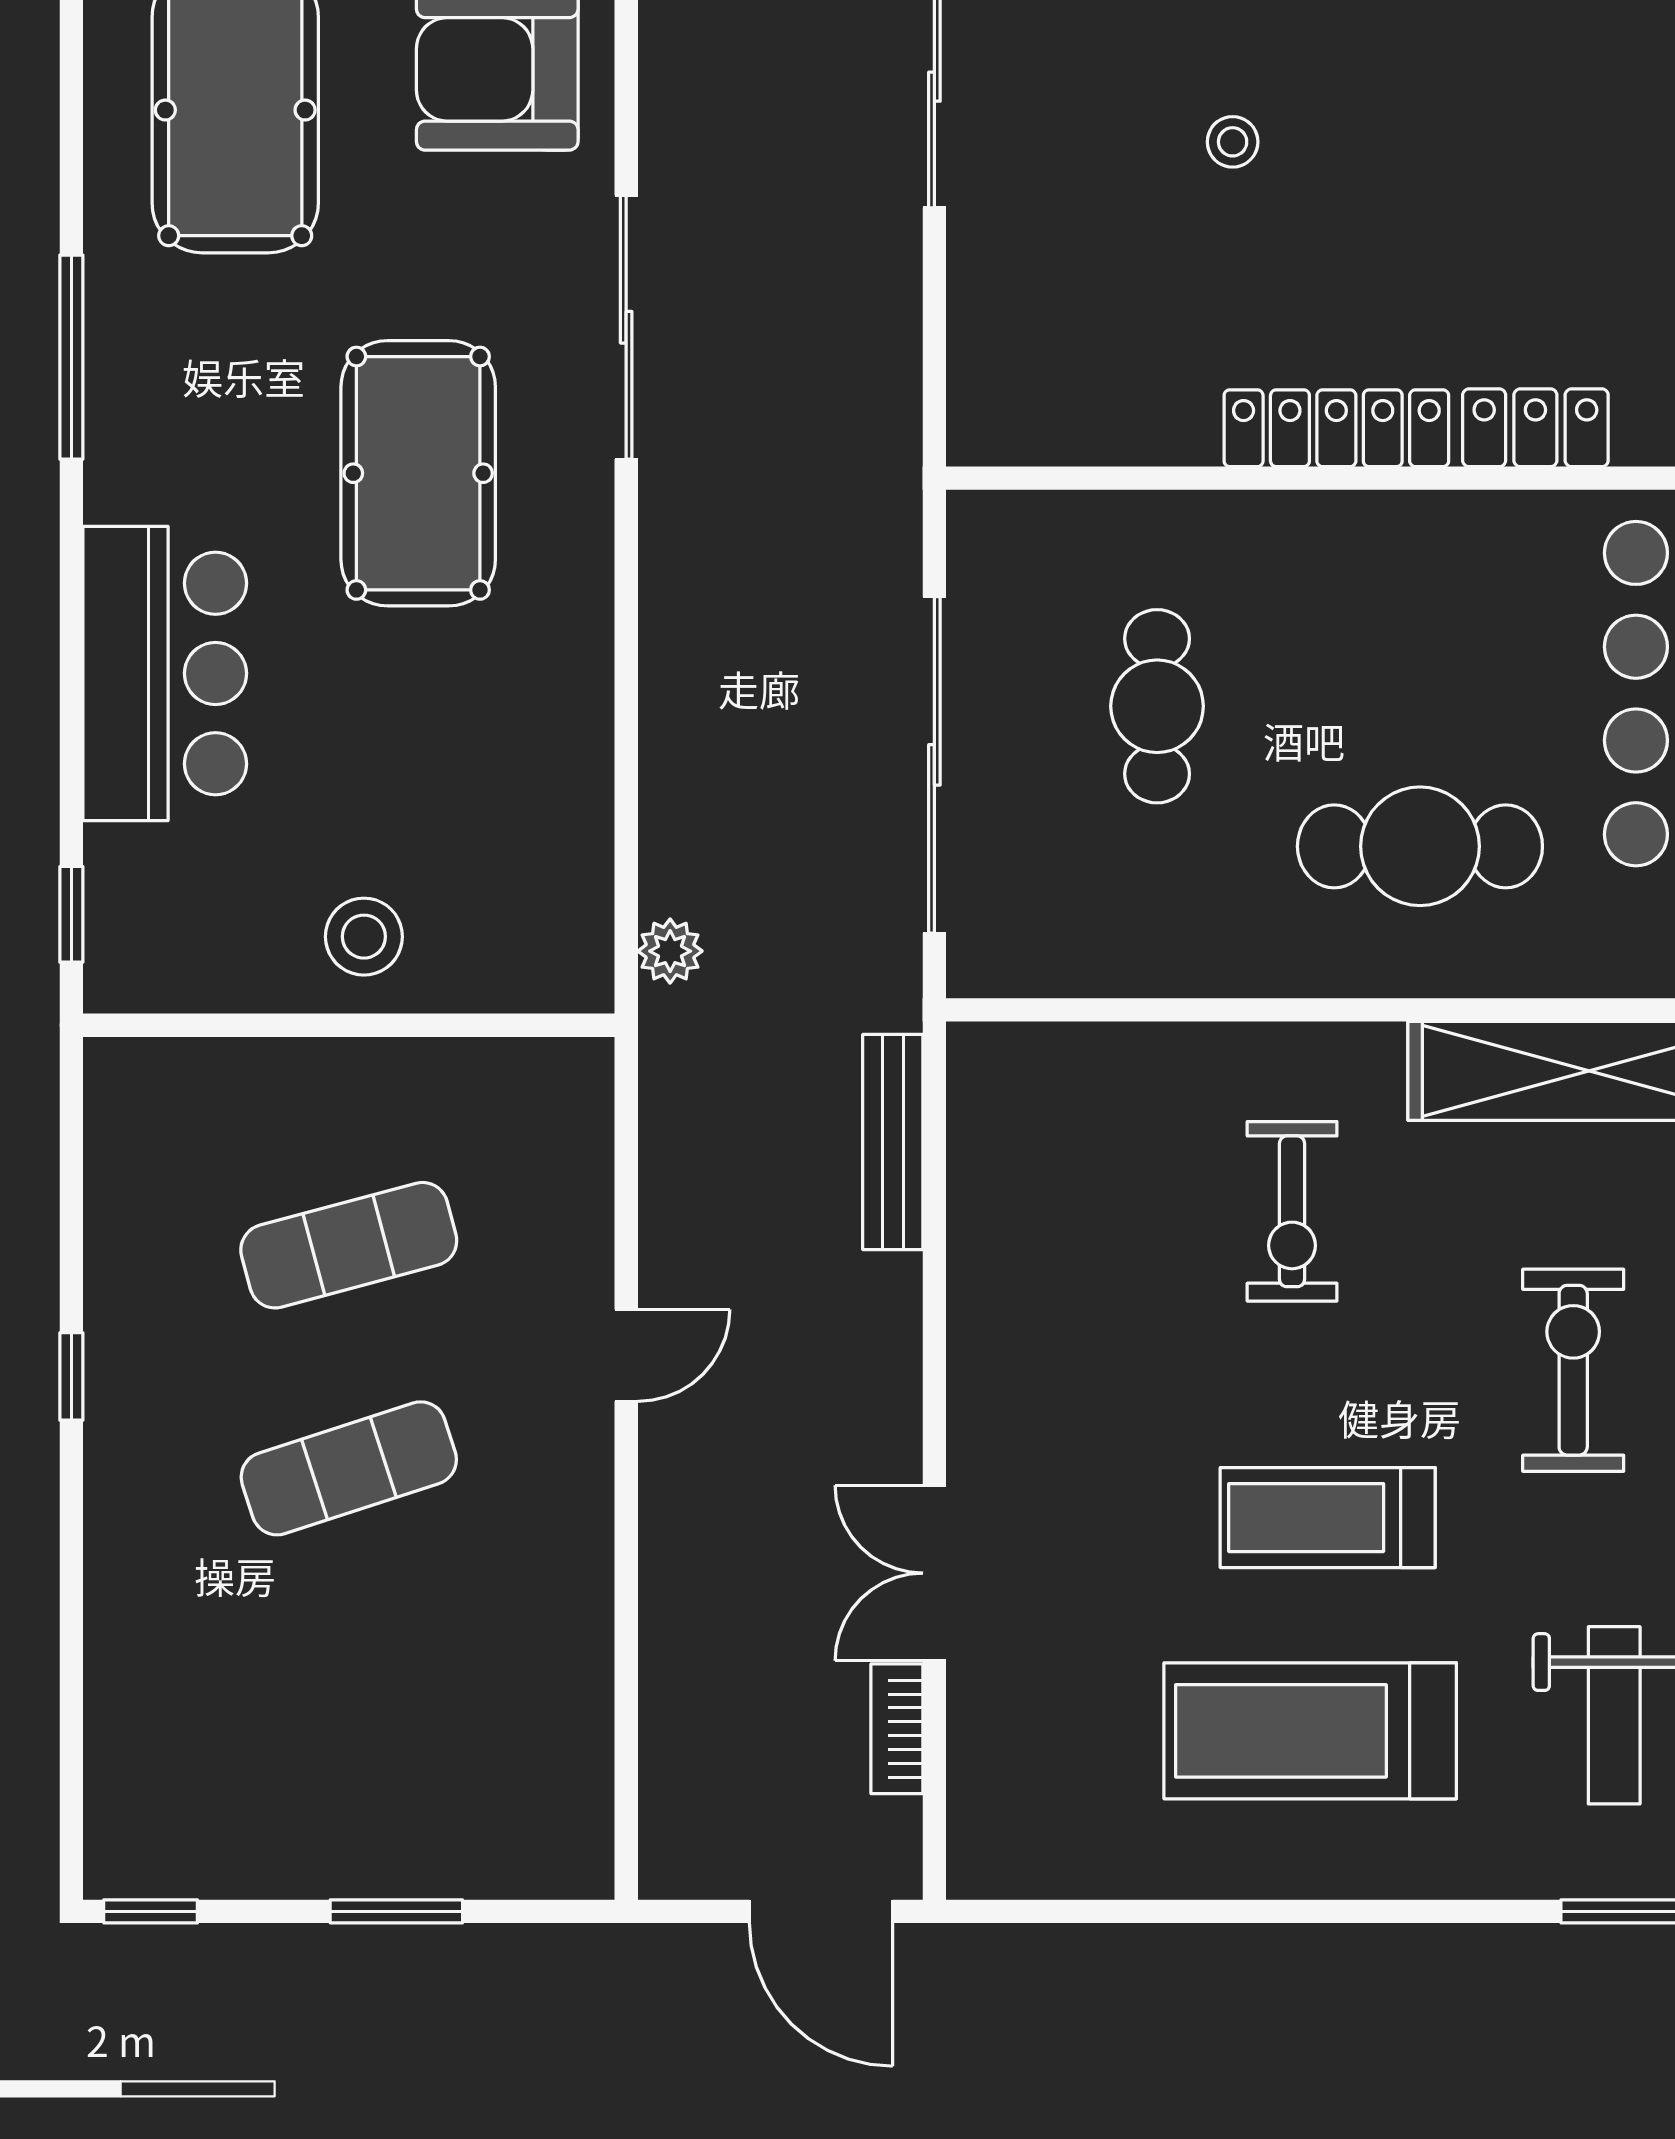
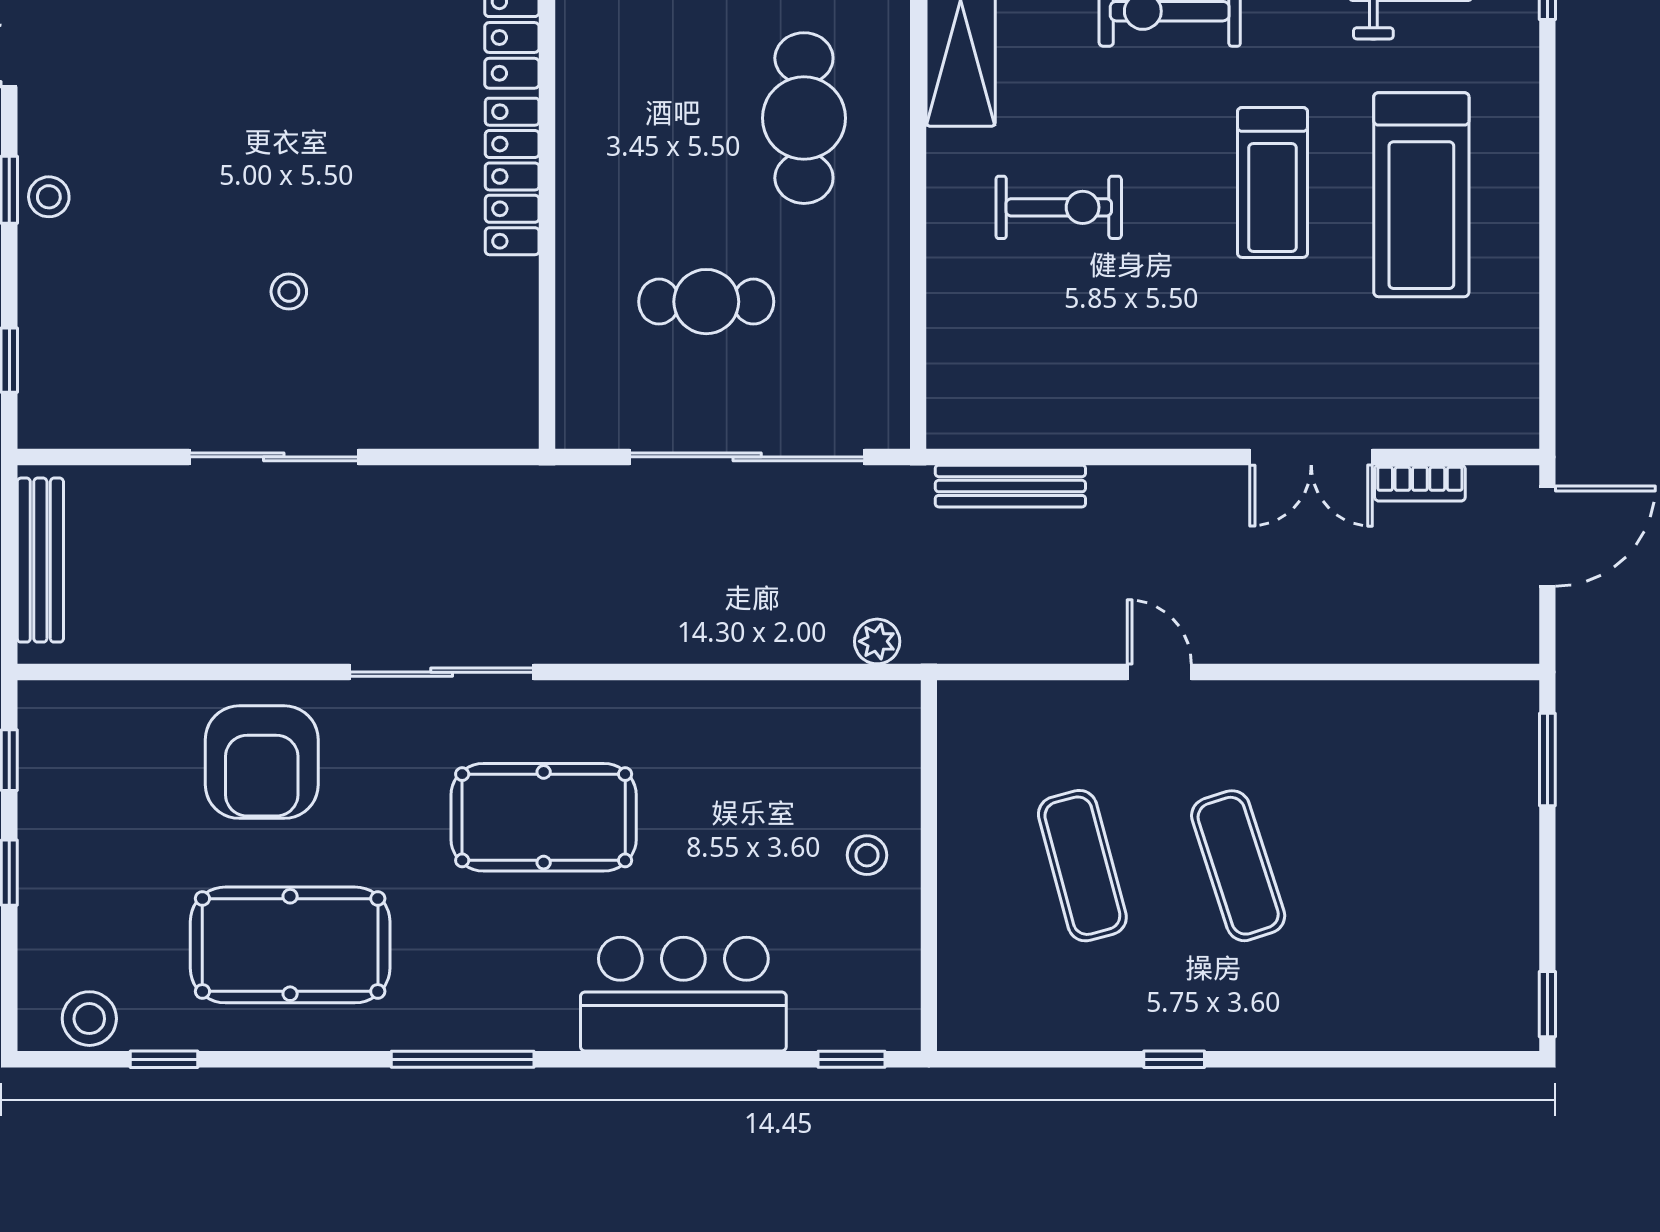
stool: (1233, 142) -> (289, 292), moved
stool: (364, 937) -> (867, 855), width x0.73, depth x0.73
window: (396, 1911) -> (1547, 759), moved

